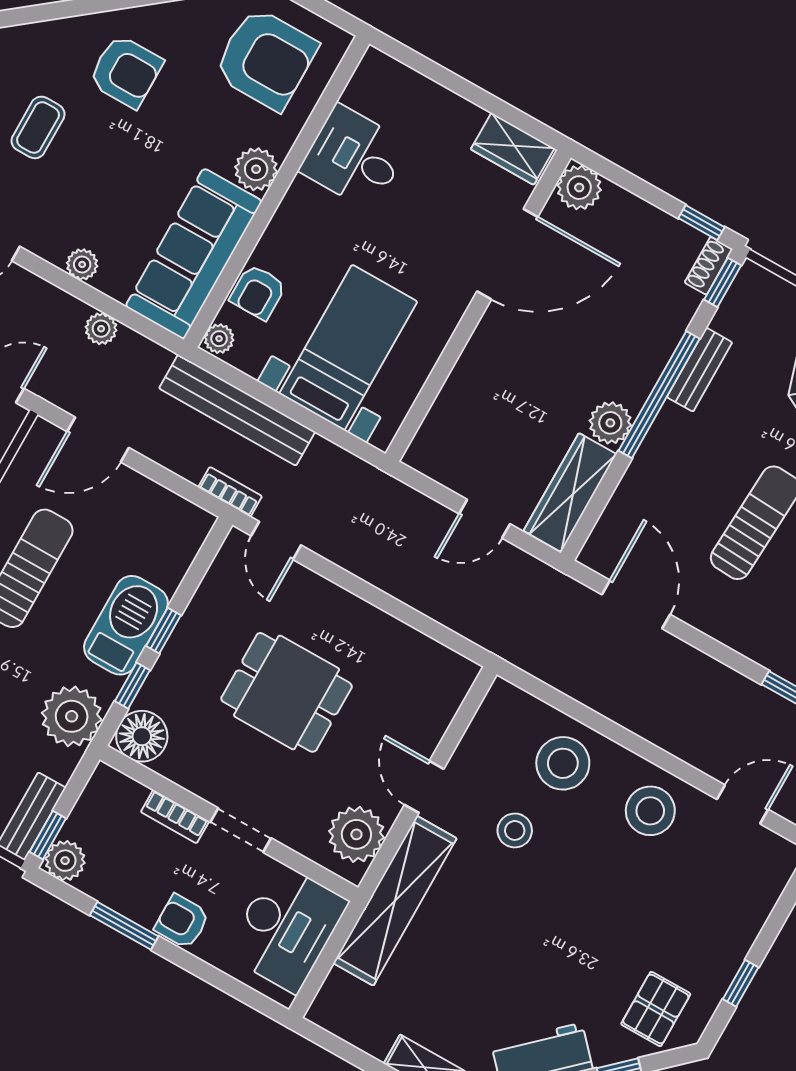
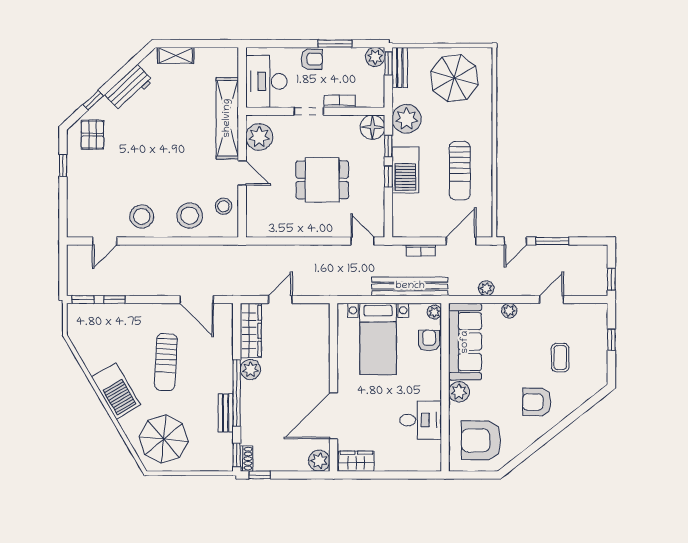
bookcase: (230, 492) -> (421, 250), moved
stool: (515, 830) -> (223, 206), moved

